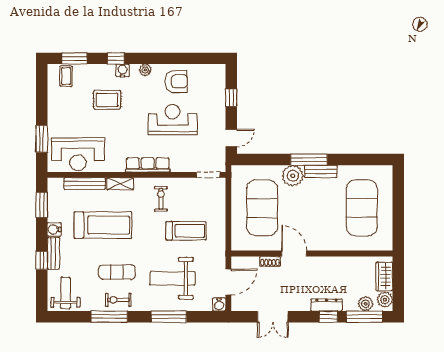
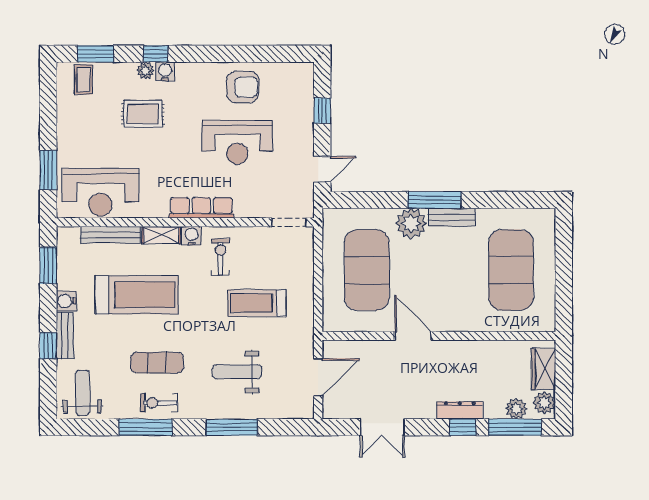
plant: (145, 70) -> (145, 71), moved
reception desk: (173, 120) -> (237, 142), turned 180
treadmill: (186, 231) -> (257, 303), turned 180
shoe rack: (270, 261) -> (378, 347), removed
weight bench: (172, 278) -> (237, 372), width x0.73, depth x0.75
water cooler: (219, 305) -> (192, 236), moved, turned 180

